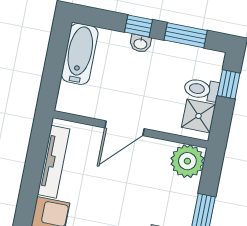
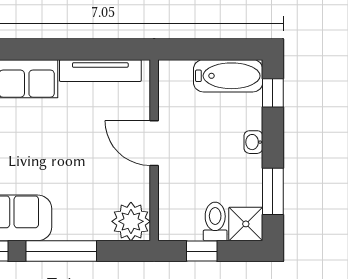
window: (139, 26) -> (273, 93), moved
window: (229, 84) -> (202, 251), moved
shower: (199, 116) -> (246, 224), moved

